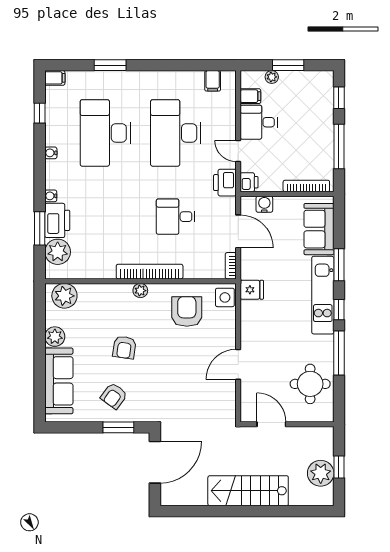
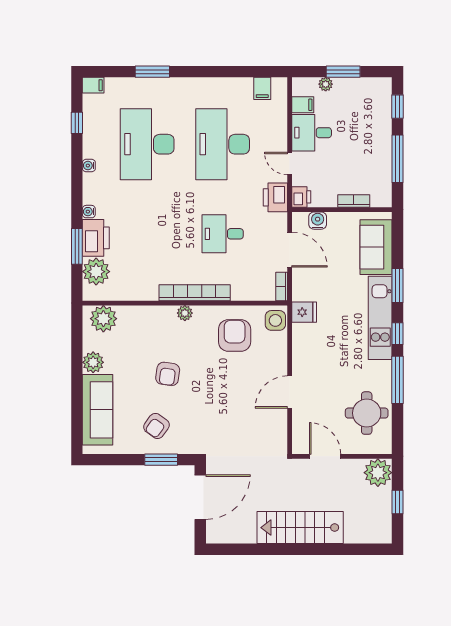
bookcase: (306, 186) -> (354, 201), width x0.64
plant: (321, 473) -> (378, 473), moved

